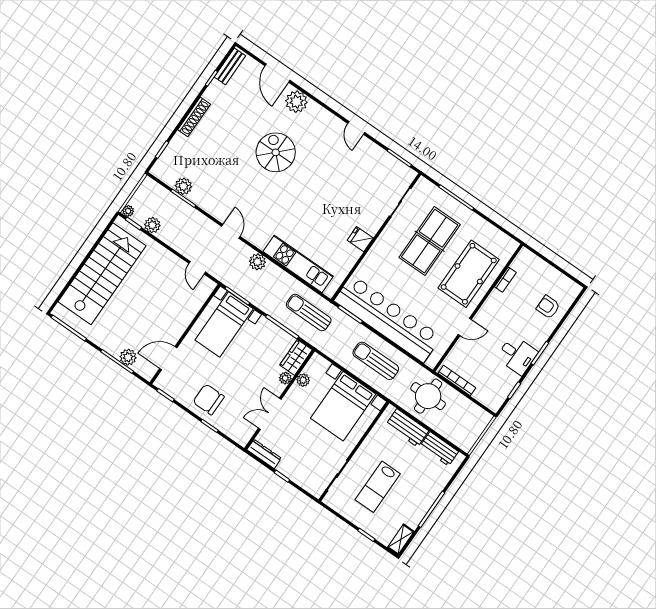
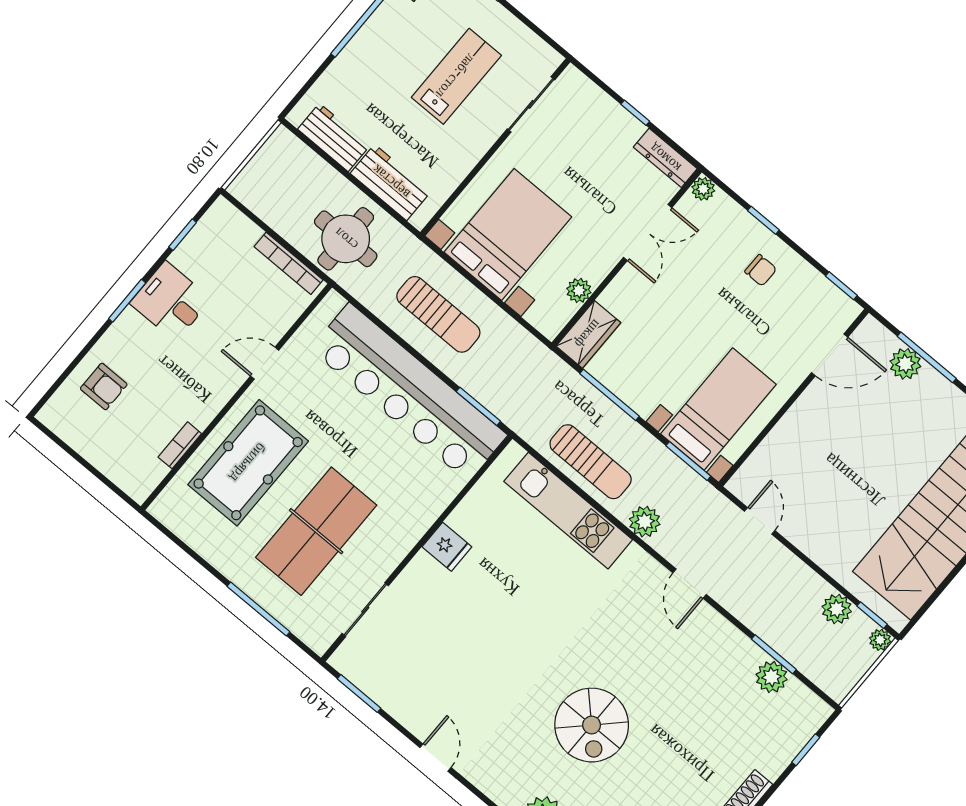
sun lounger: (309, 312) -> (591, 462), moved
plant: (285, 378) -> (703, 189), moved
chair: (209, 399) -> (761, 270), width x0.54, depth x0.54

